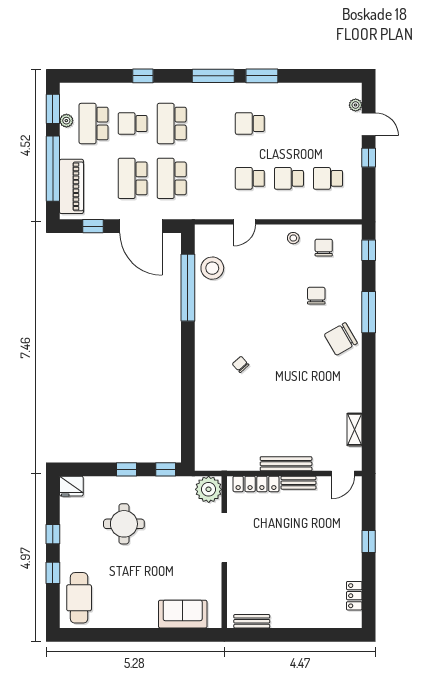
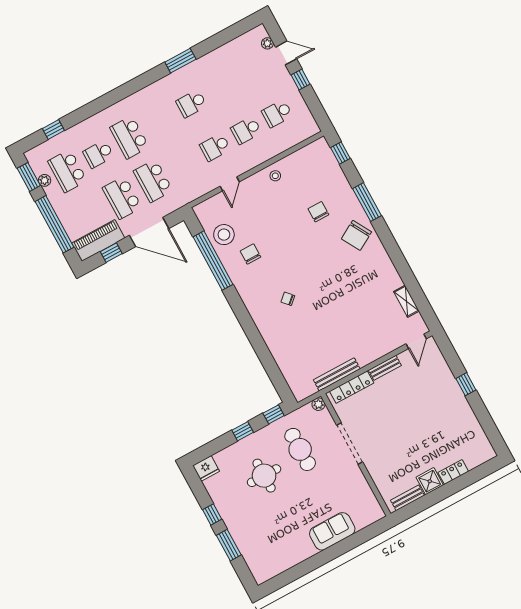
window: (143, 76) -> (53, 130), moved
window: (213, 76) -> (142, 81), removed
piano: (71, 186) -> (98, 241), moved, turned -90
chair: (324, 248) -> (250, 254), moved
bench: (286, 464) -> (337, 374), moved
plant: (209, 489) -> (319, 404), width x0.53, depth x0.53
window: (53, 573) -> (229, 545), width x1.50
locker: (354, 596) -> (453, 472), moved, turned 90
cafe table: (79, 598) -> (300, 449), moved
sofa: (183, 614) -> (332, 531), moved
shower: (282, 617) -> (430, 481), added

